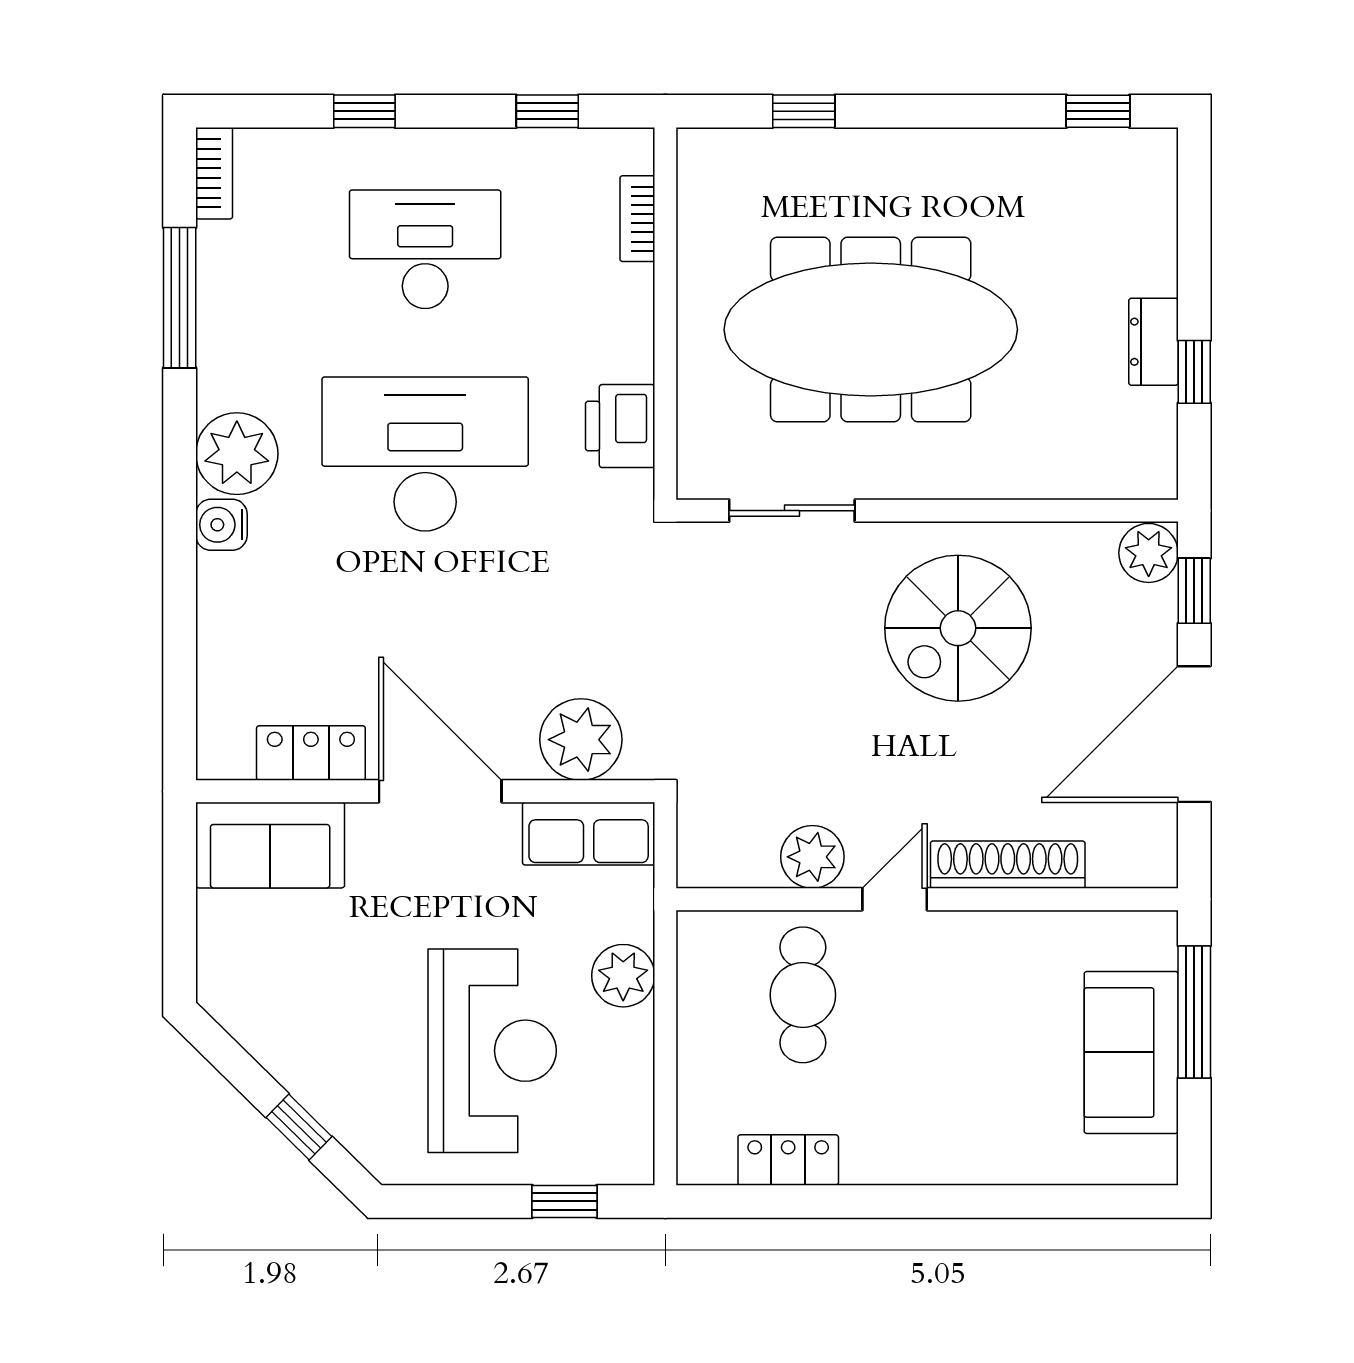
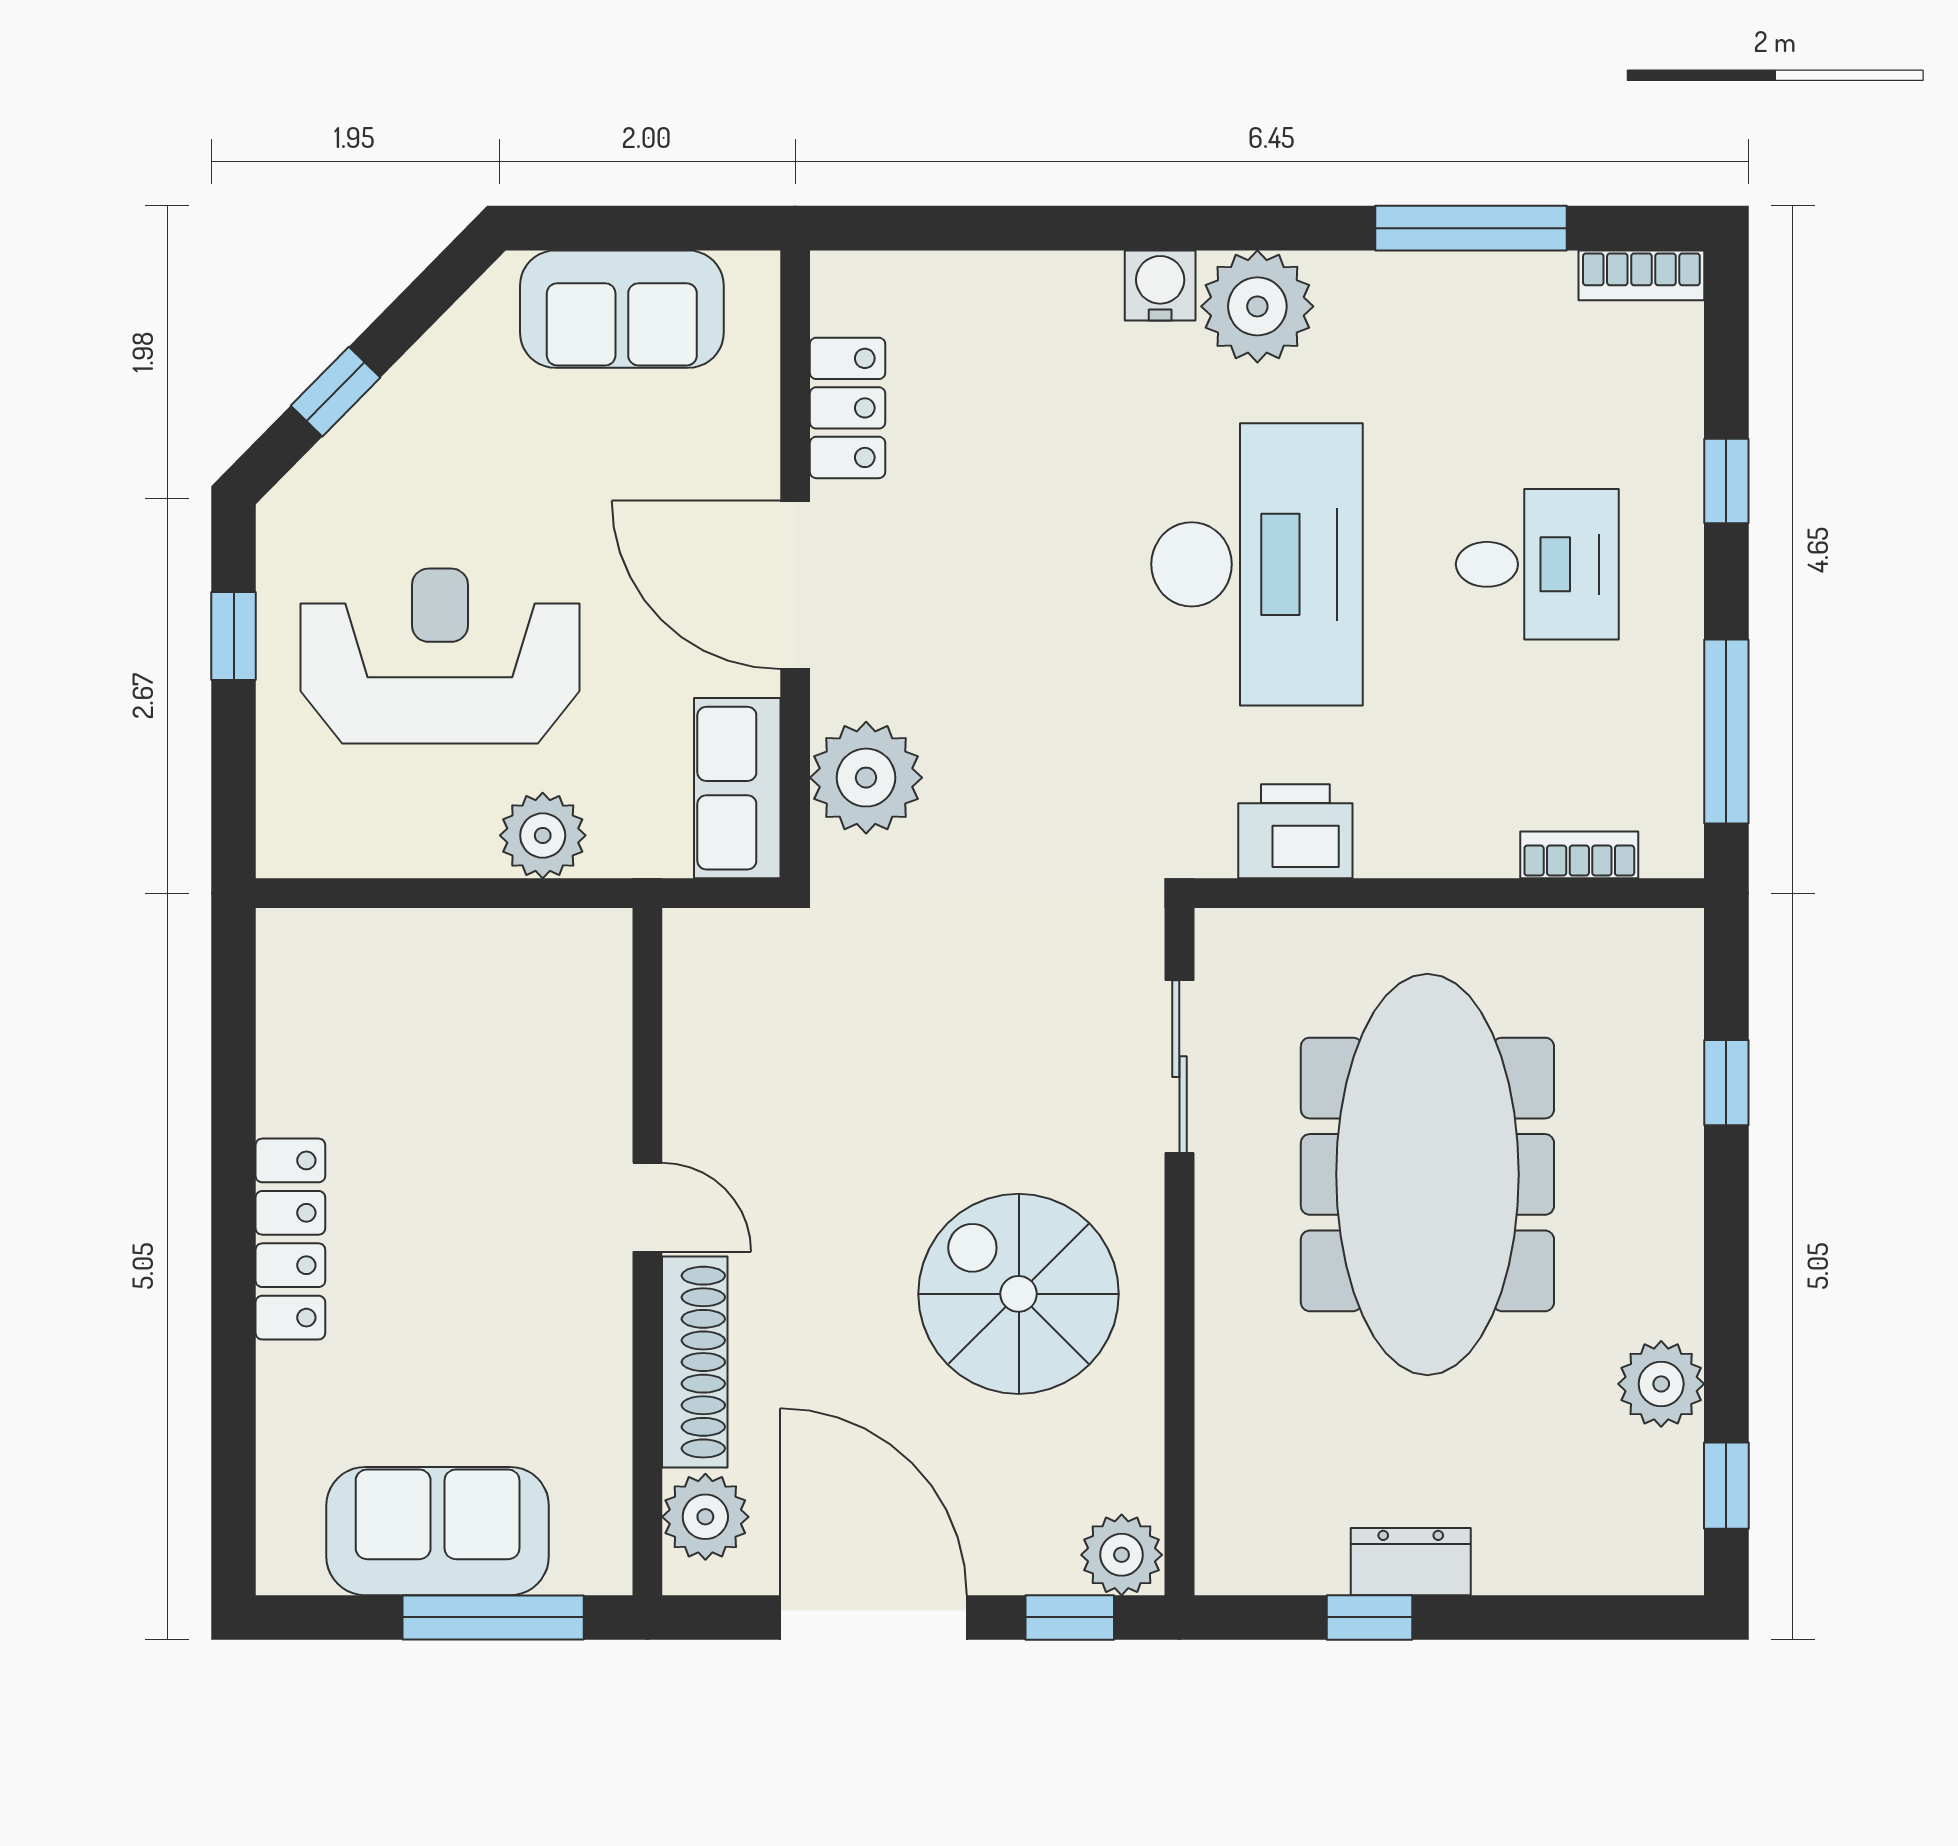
window: (547, 111) -> (1726, 732), width x2.17
plant: (1024, 159) -> (1661, 1384), added
desk: (425, 249) -> (1537, 564), width x0.73
door: (440, 791) -> (795, 585), swing flipped
sofa: (270, 845) -> (622, 309), moved, turned -90
plant: (812, 857) -> (705, 1517), moved
cafe table: (803, 995) -> (516, 1082), removed
reception desk: (492, 1051) -> (440, 656), turned 180
locker: (788, 1160) -> (290, 1239), moved, width x1.53
window: (565, 1201) -> (234, 636), moved

